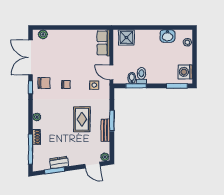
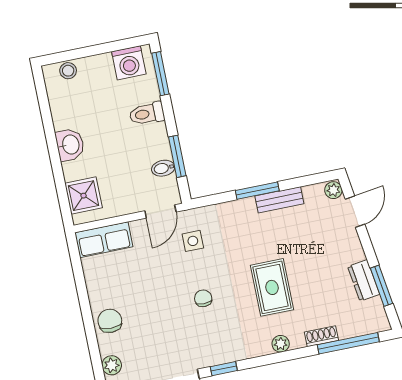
washbasin: (167, 36) -> (70, 145), moved
toilet: (141, 76) -> (147, 114), moved
chair: (44, 83) -> (110, 321), moved
rug: (82, 119) -> (272, 287), moved, turned 90

